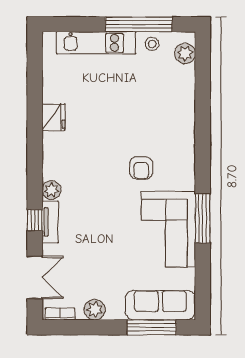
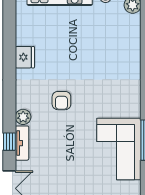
armchair: (141, 168) -> (61, 101), moved

